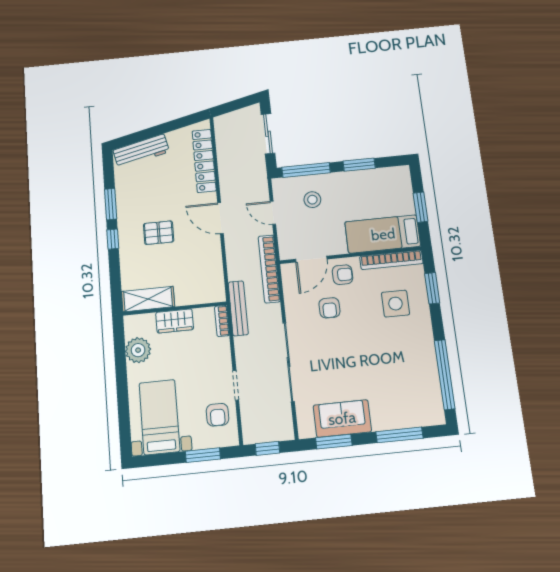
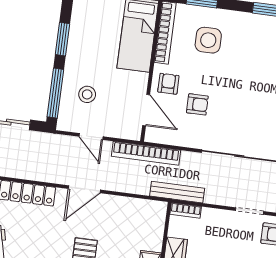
door: (273, 213) -> (91, 136), hinge flipped

